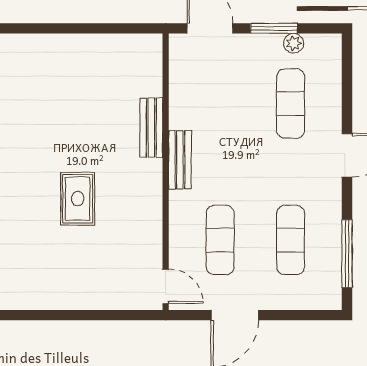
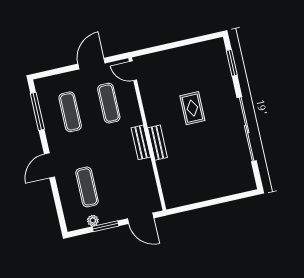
bench: (151, 128) -> (158, 143), moved

